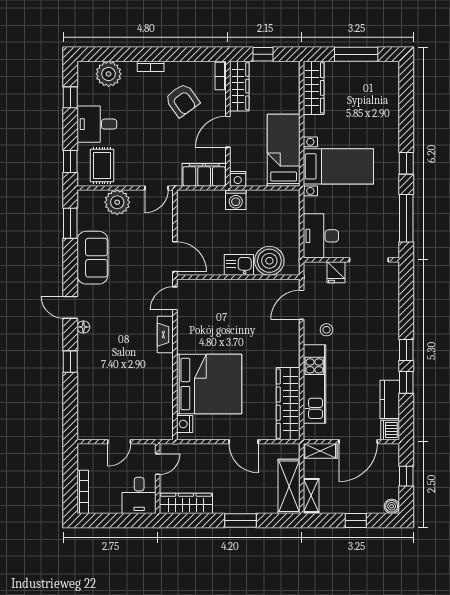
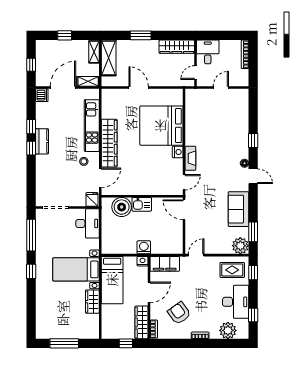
wardrobe: (314, 88) -> (92, 302), moved, width x0.67
desk: (97, 124) -> (236, 302), width x1.37
rug: (102, 166) -> (232, 270), turned 90
plant: (117, 202) -> (240, 246), moved
fridge: (336, 272) -> (92, 199), moved
kitchen counter: (390, 399) -> (42, 141), moved
wardrobe: (288, 404) -> (109, 143), moved
nightstand: (185, 424) -> (178, 152), moved
boiler: (392, 506) -> (41, 45), removed

